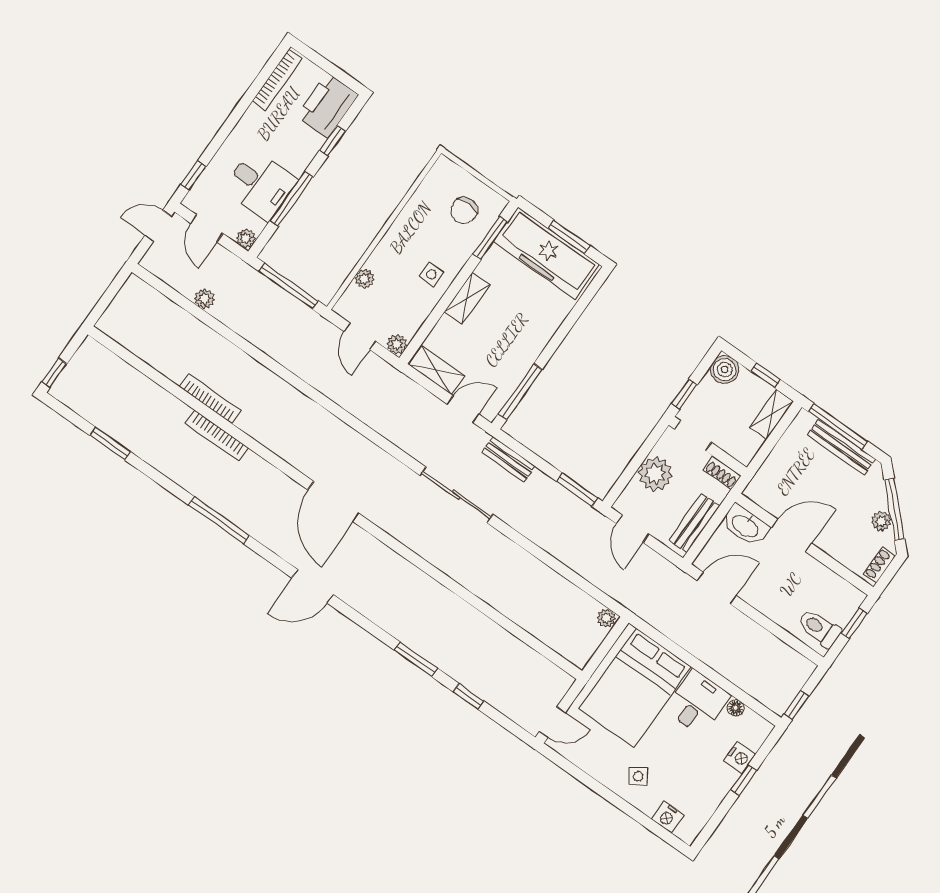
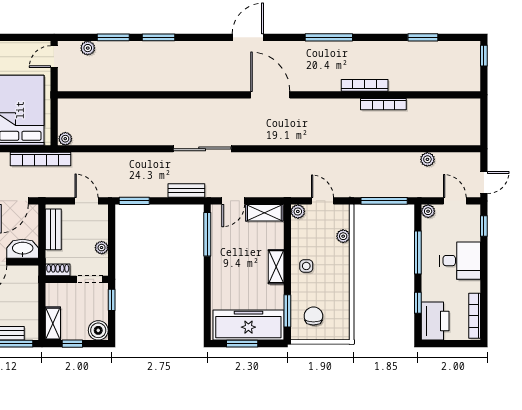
desk: (260, 185) -> (460, 261), moved, turned 180
plant: (655, 474) -> (102, 248), width x0.53, depth x0.53
bookcase: (652, 615) -> (40, 159), added
window: (468, 696) -> (113, 37), width x1.50
plant: (506, 705) -> (88, 48), added

